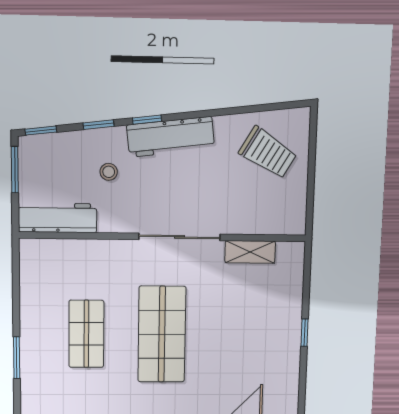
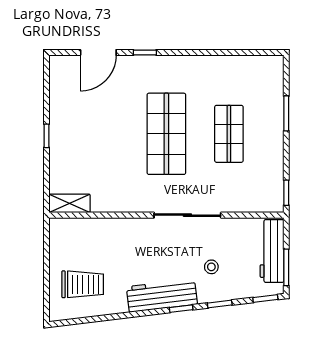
trolley: (268, 153) -> (83, 284), turned 149
workbench: (58, 218) -> (272, 251), moved, turned 90
sliding door: (180, 237) -> (187, 215), moved
shelving: (250, 252) -> (70, 203), moved
window: (16, 263) -> (286, 193), added

